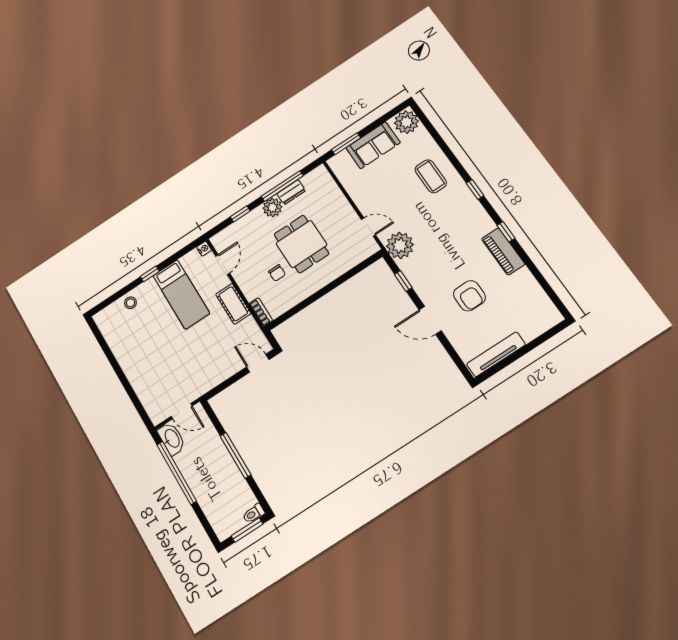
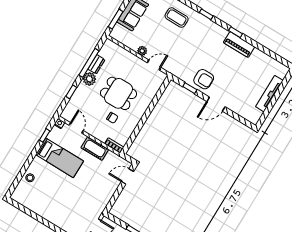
plant: (400, 245) -> (142, 51), moved, width x0.53, depth x0.53
window: (150, 274) -> (45, 135), moved
armchair: (469, 296) -> (204, 79), moved
tv unit: (496, 354) -> (269, 94), moved

